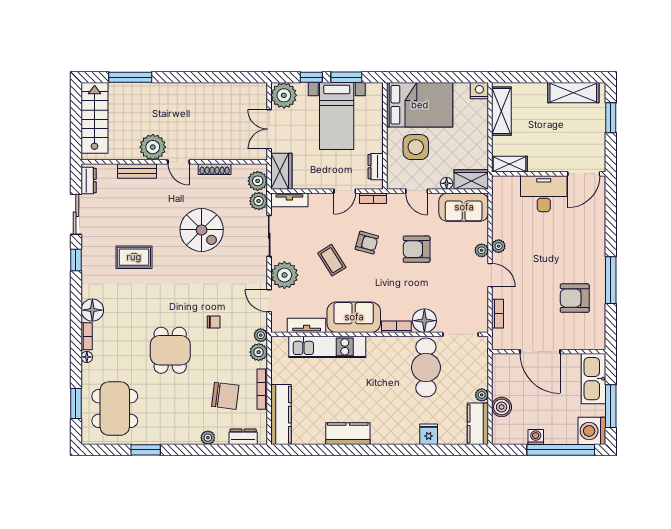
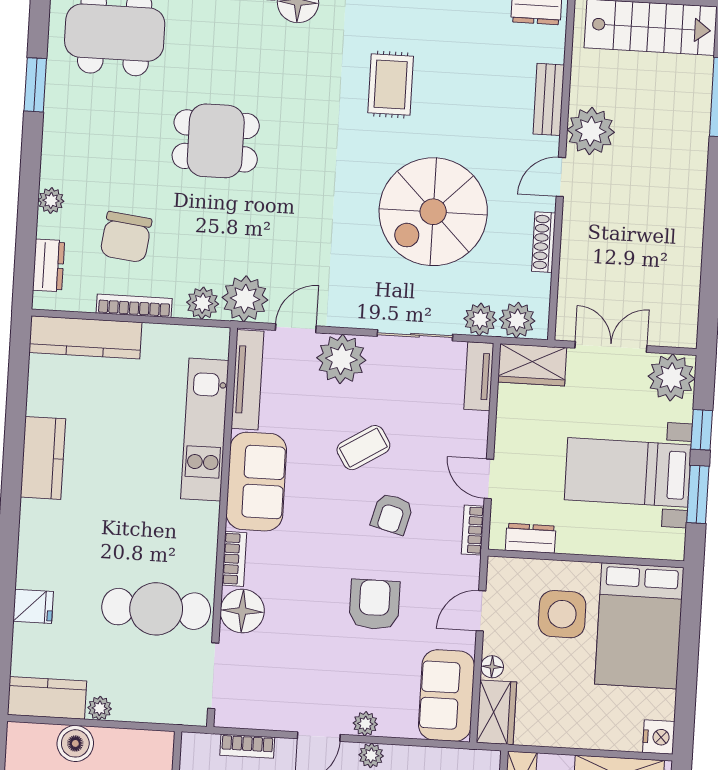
spiral stairs: (202, 230) -> (433, 212), width x1.37, depth x1.37
chair: (214, 322) -> (263, 224), removed
tv unit: (307, 325) -> (247, 380), width x1.41
plant: (261, 335) -> (245, 299), width x1.87, depth x1.87

